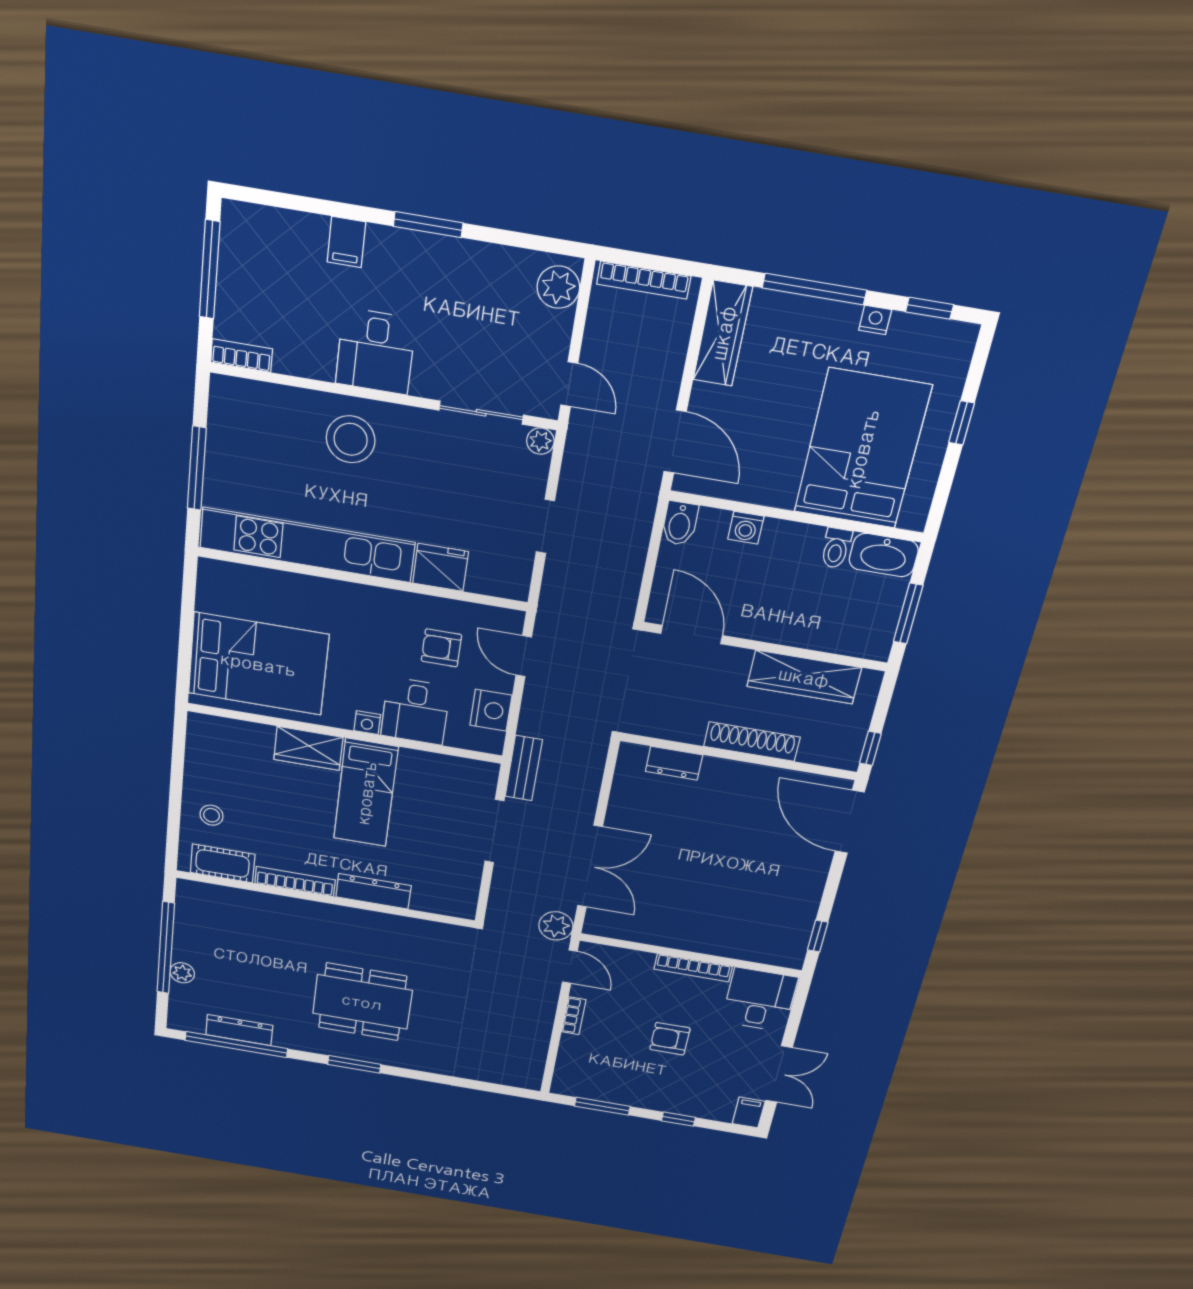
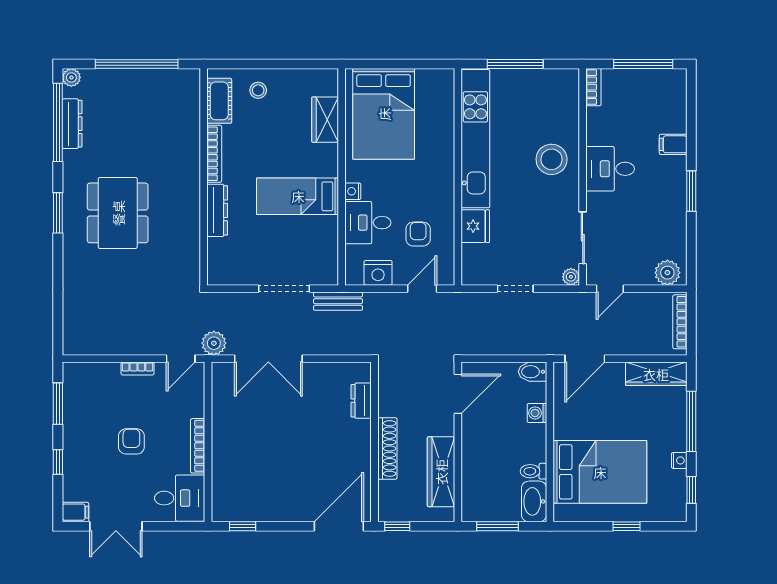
wardrobe: (308, 748) -> (325, 120), moved
plant: (182, 973) -> (71, 77), moved

